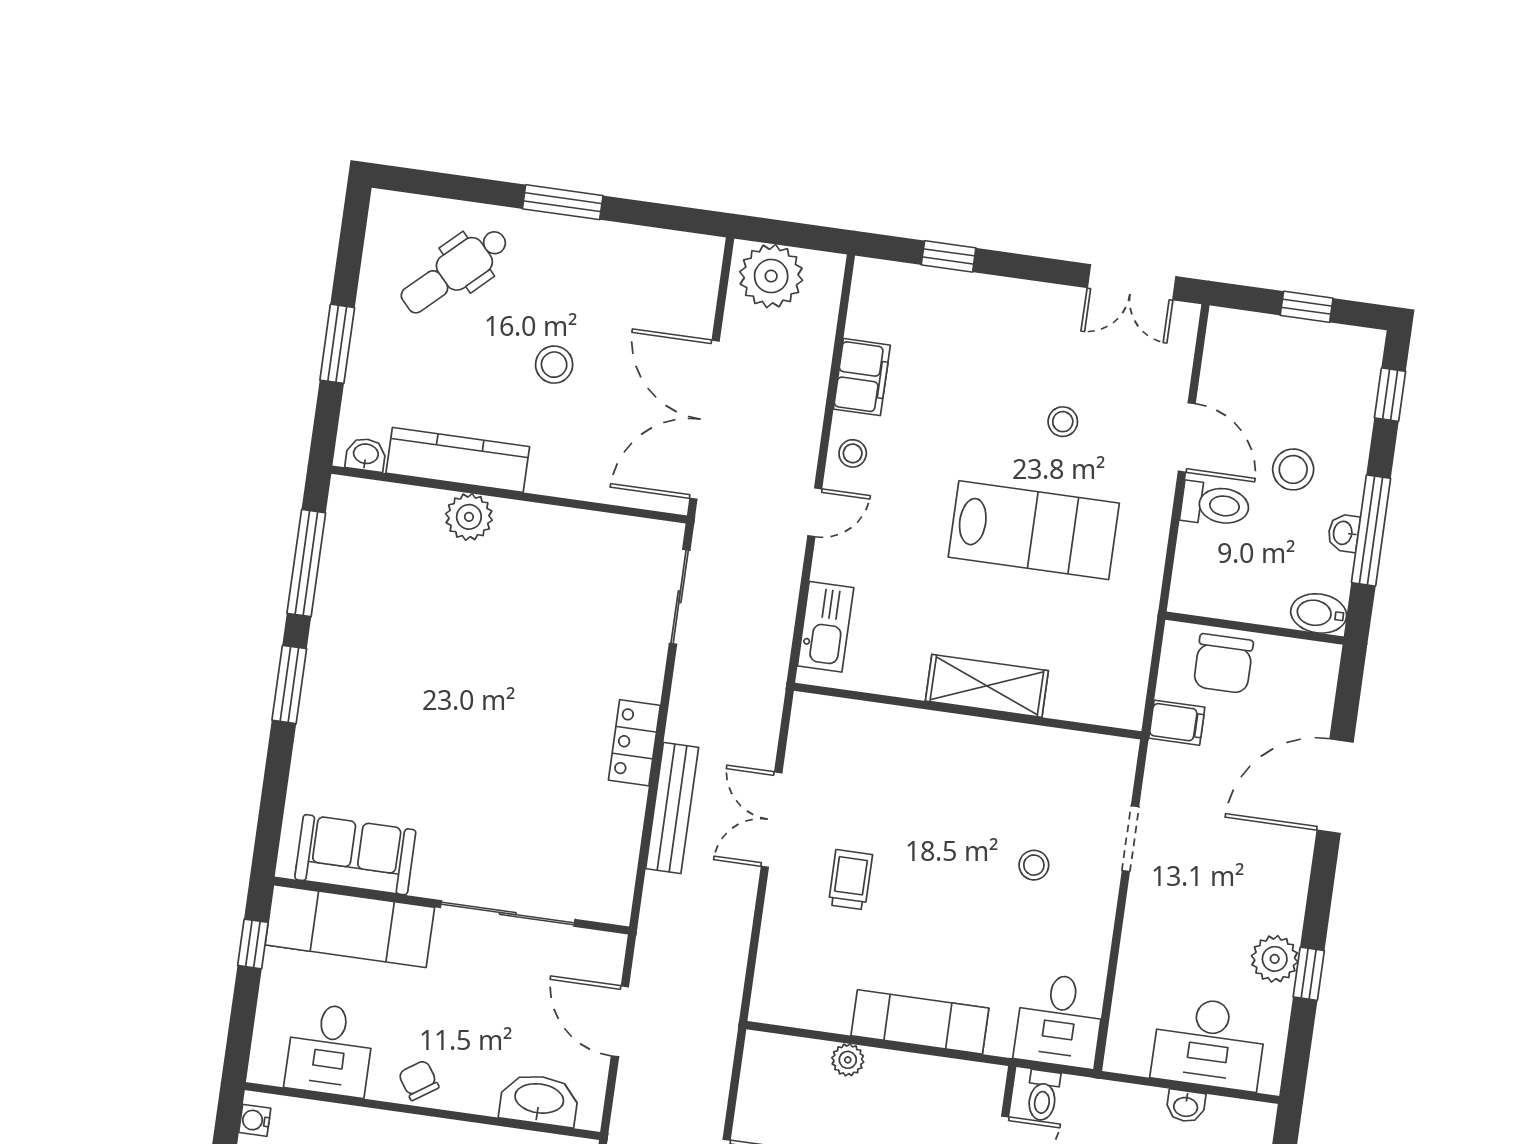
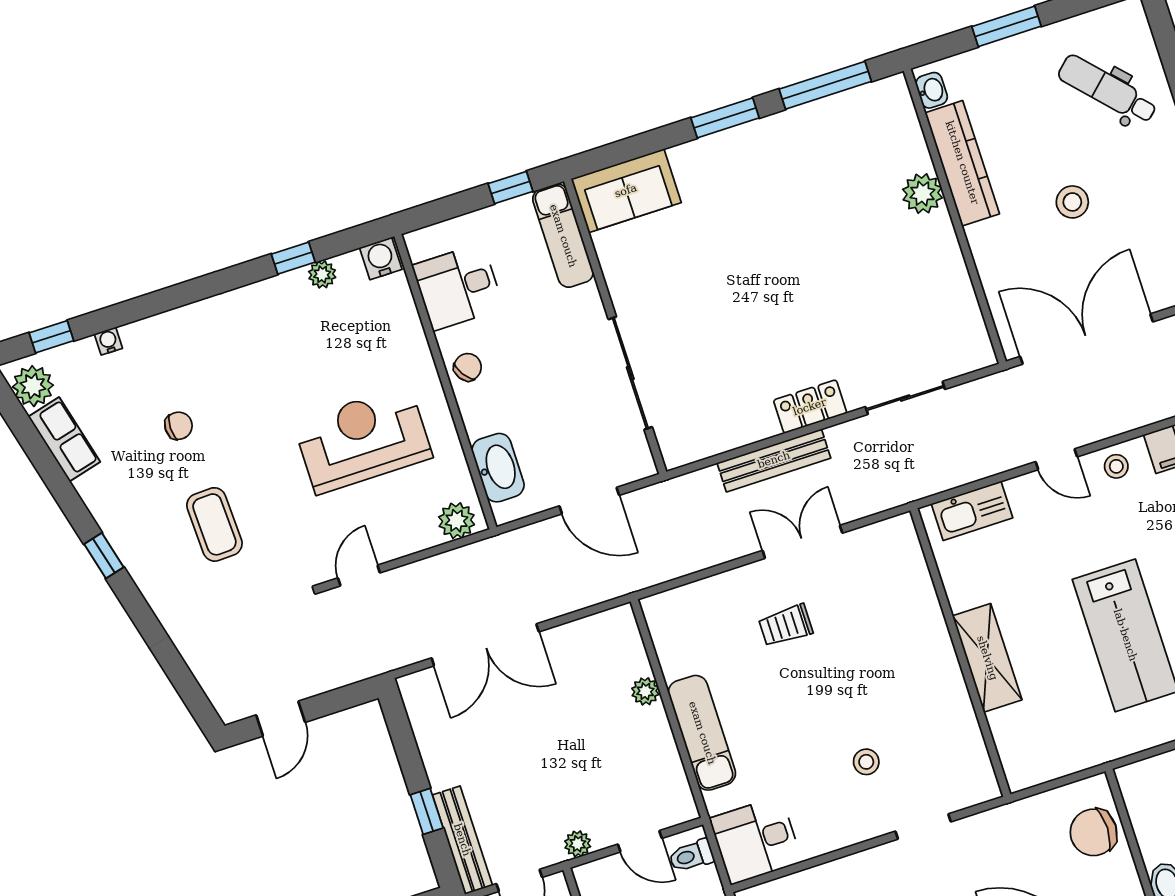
sliding door: (680, 597) -> (905, 398), moved
filing cabinet: (1177, 723) -> (1030, 819), removed
sofa: (355, 855) -> (626, 191), moved, turned 90
trolley: (850, 880) -> (786, 625), turned 180
exam couch: (350, 926) -> (563, 236), width x0.73, depth x0.69
door: (620, 1021) -> (589, 501), swing flipped
water cooler: (255, 1120) -> (381, 259), width x1.38, depth x1.38

